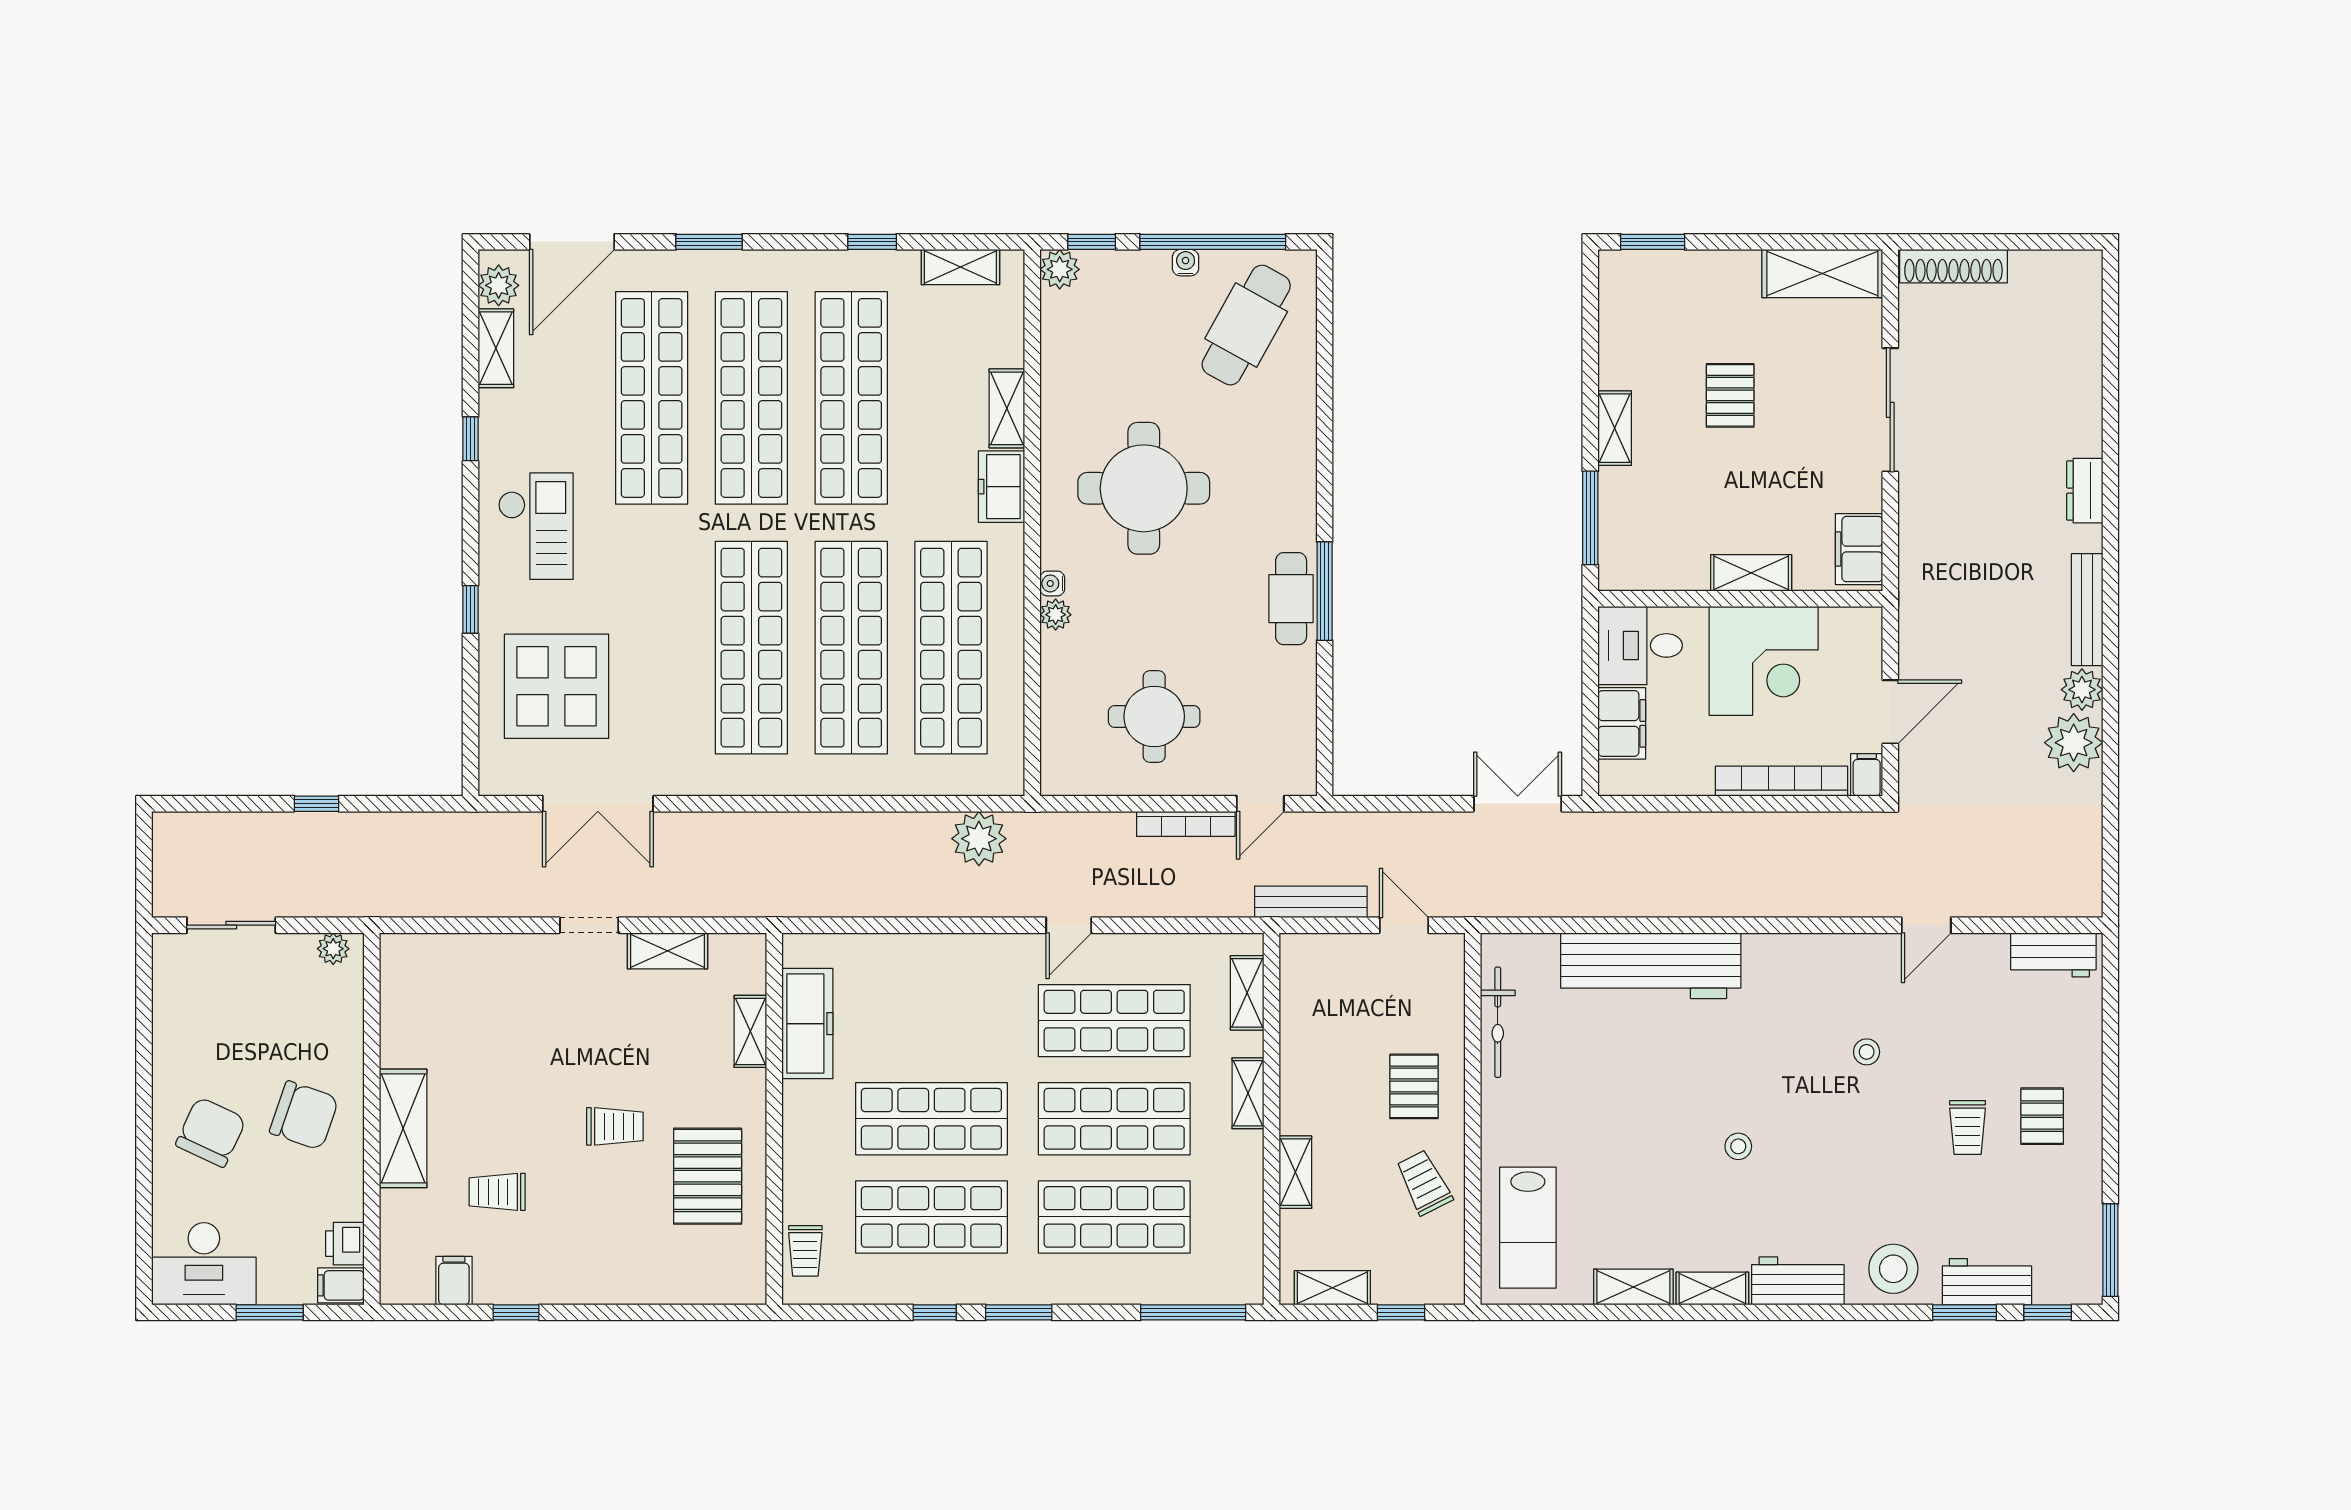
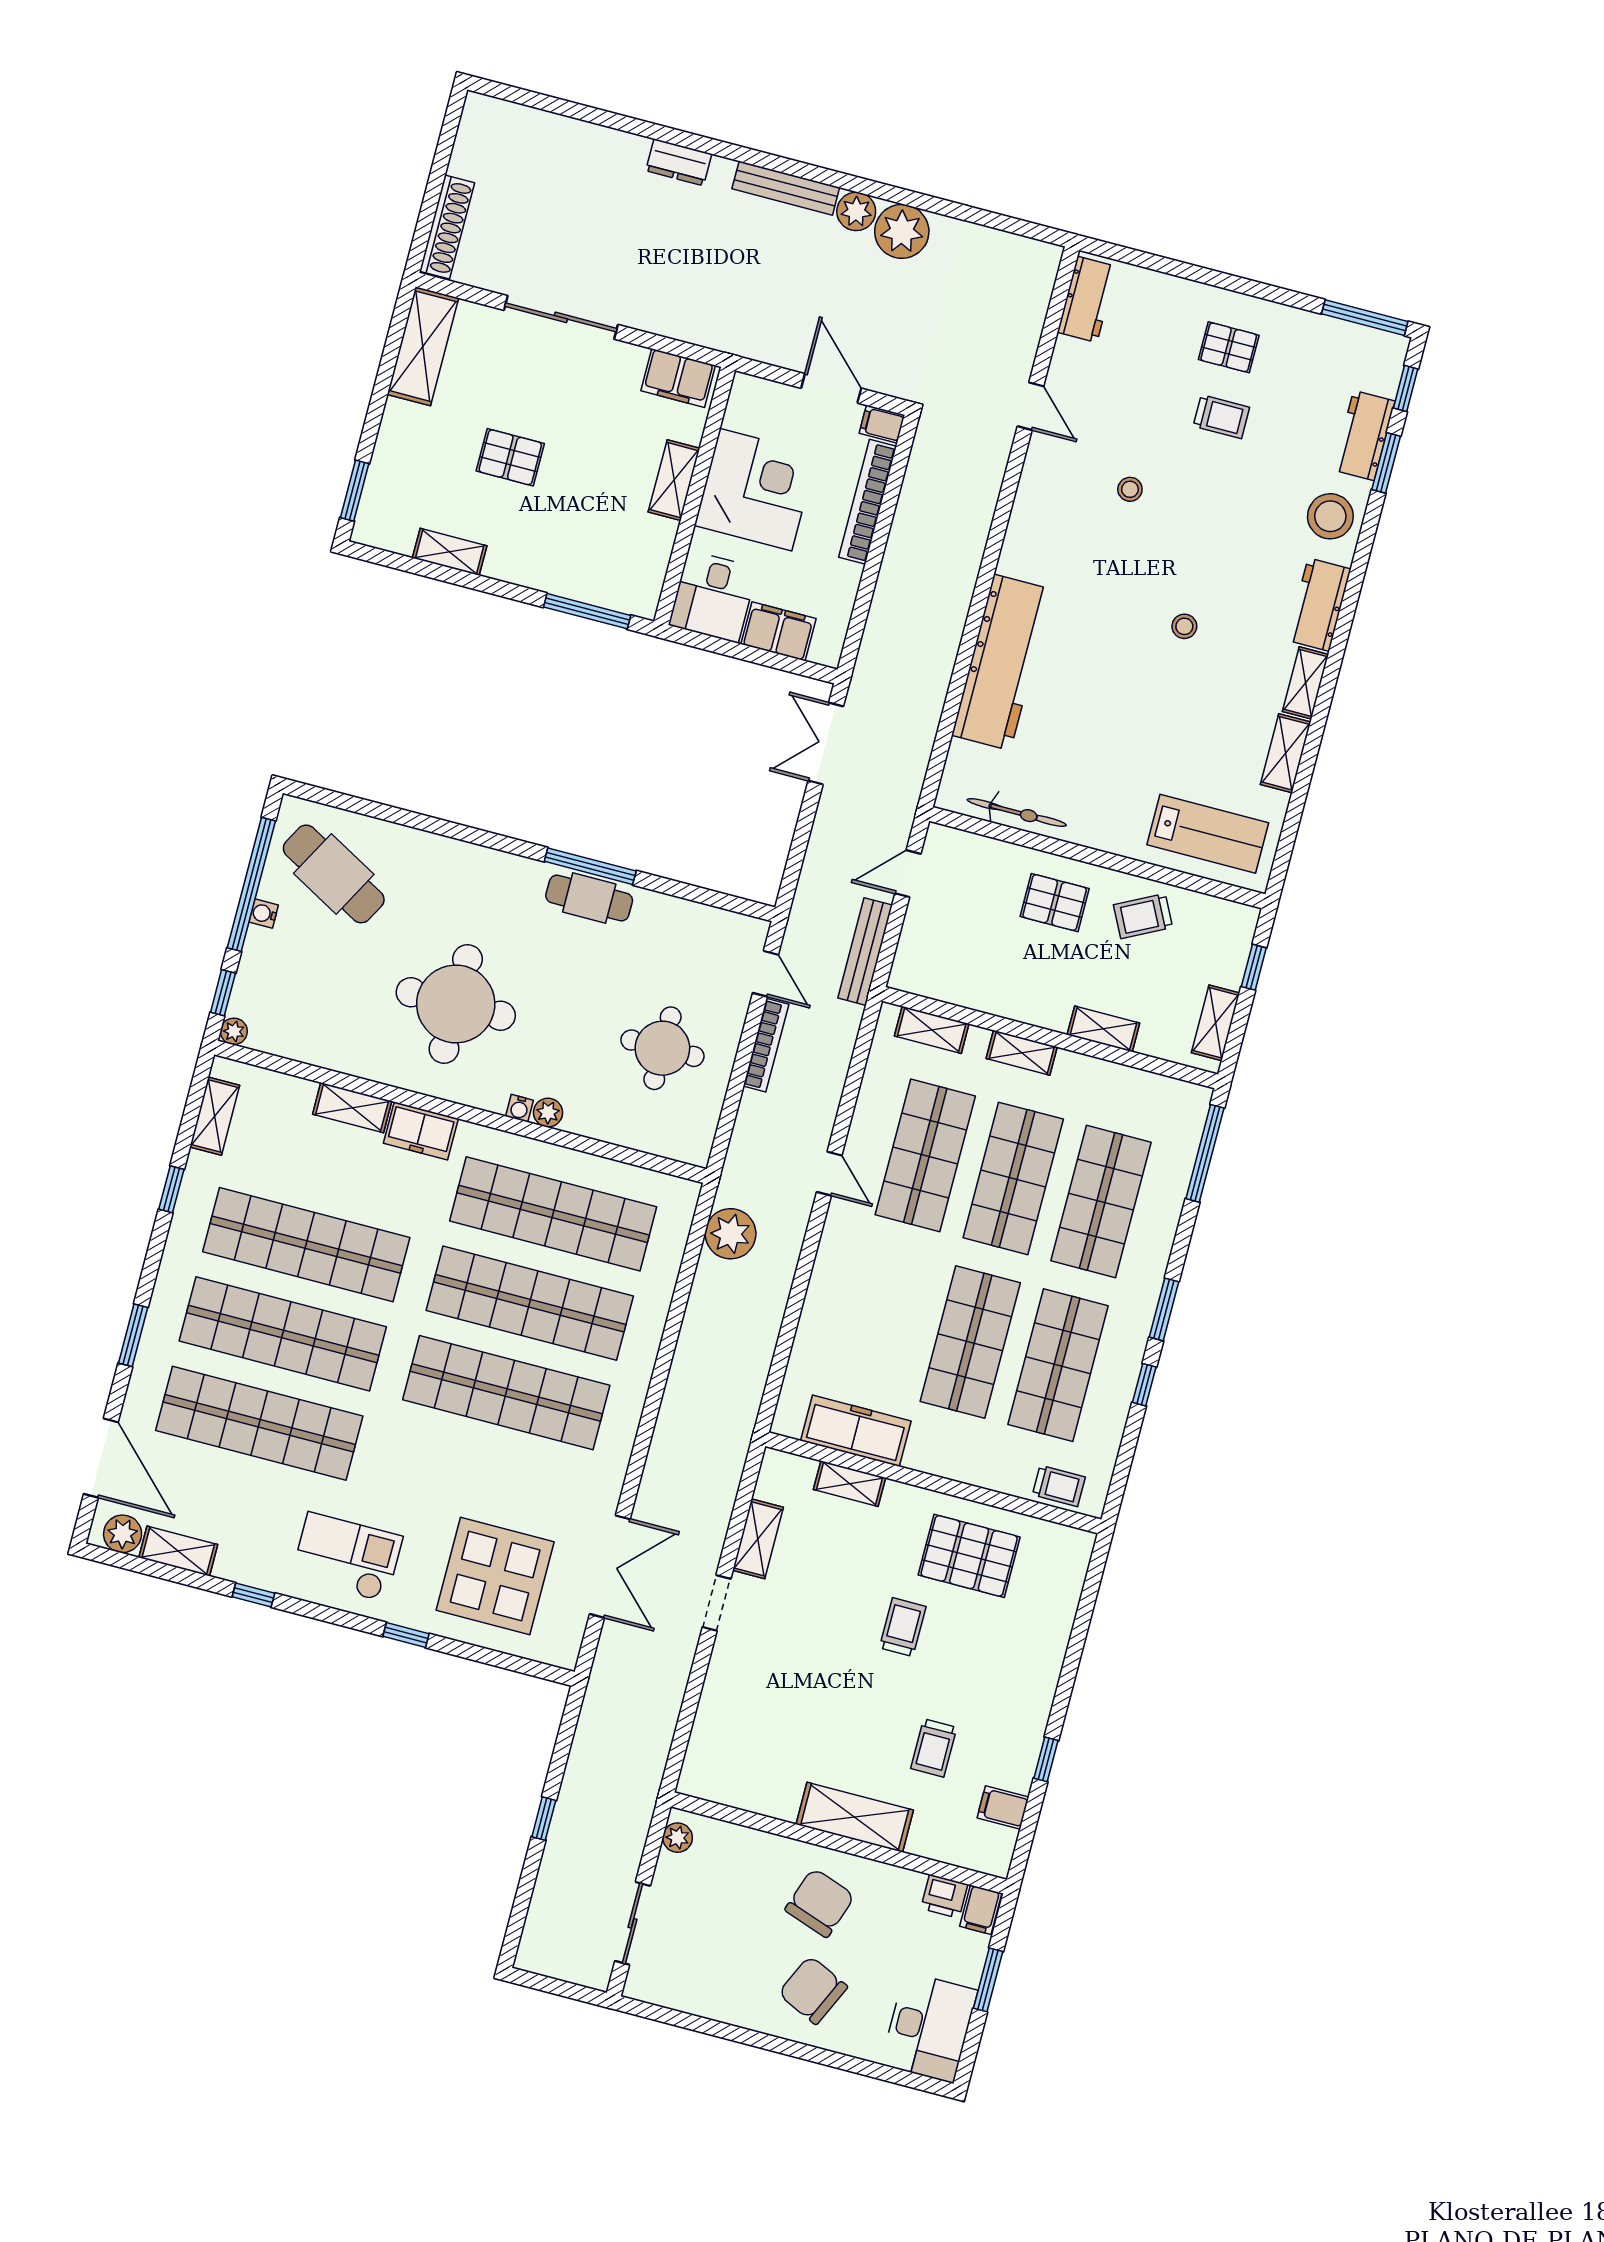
plant: (1060, 269) -> (234, 1031), width x0.73, depth x0.73
shelving: (1615, 428) -> (450, 552), moved

